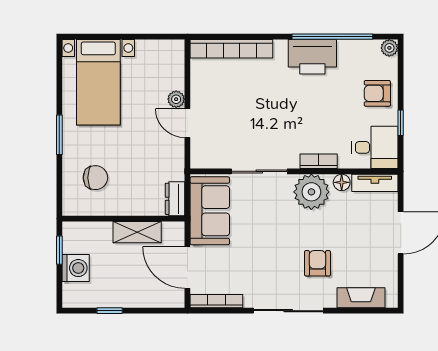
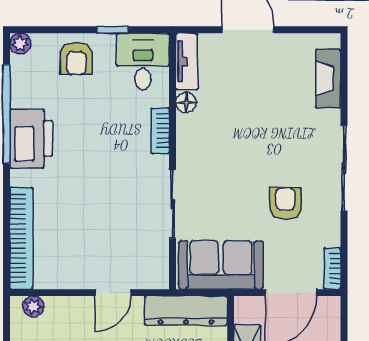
plant: (176, 99) -> (33, 306), moved
plant: (311, 192) -> (198, 140), removed
dresser: (175, 199) -> (186, 311), width x1.96, depth x1.24
armchair: (317, 263) -> (285, 203), moved, turned 90
bookcase: (216, 301) -> (332, 269), width x0.64

